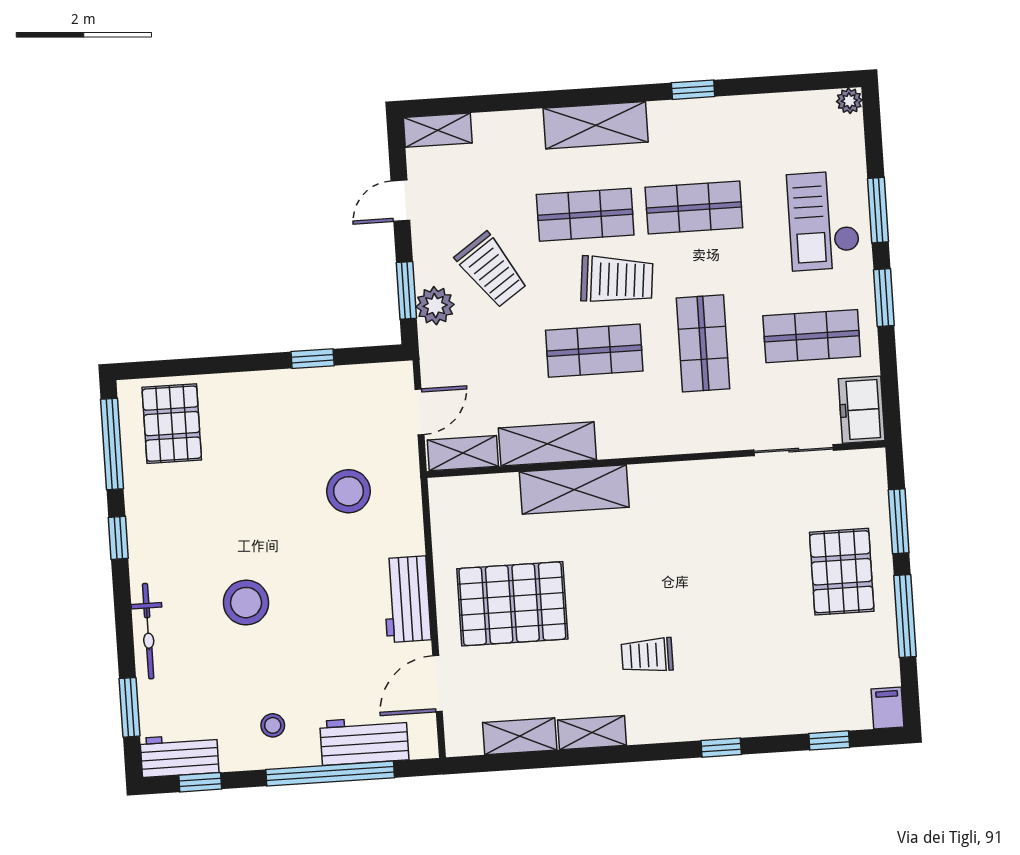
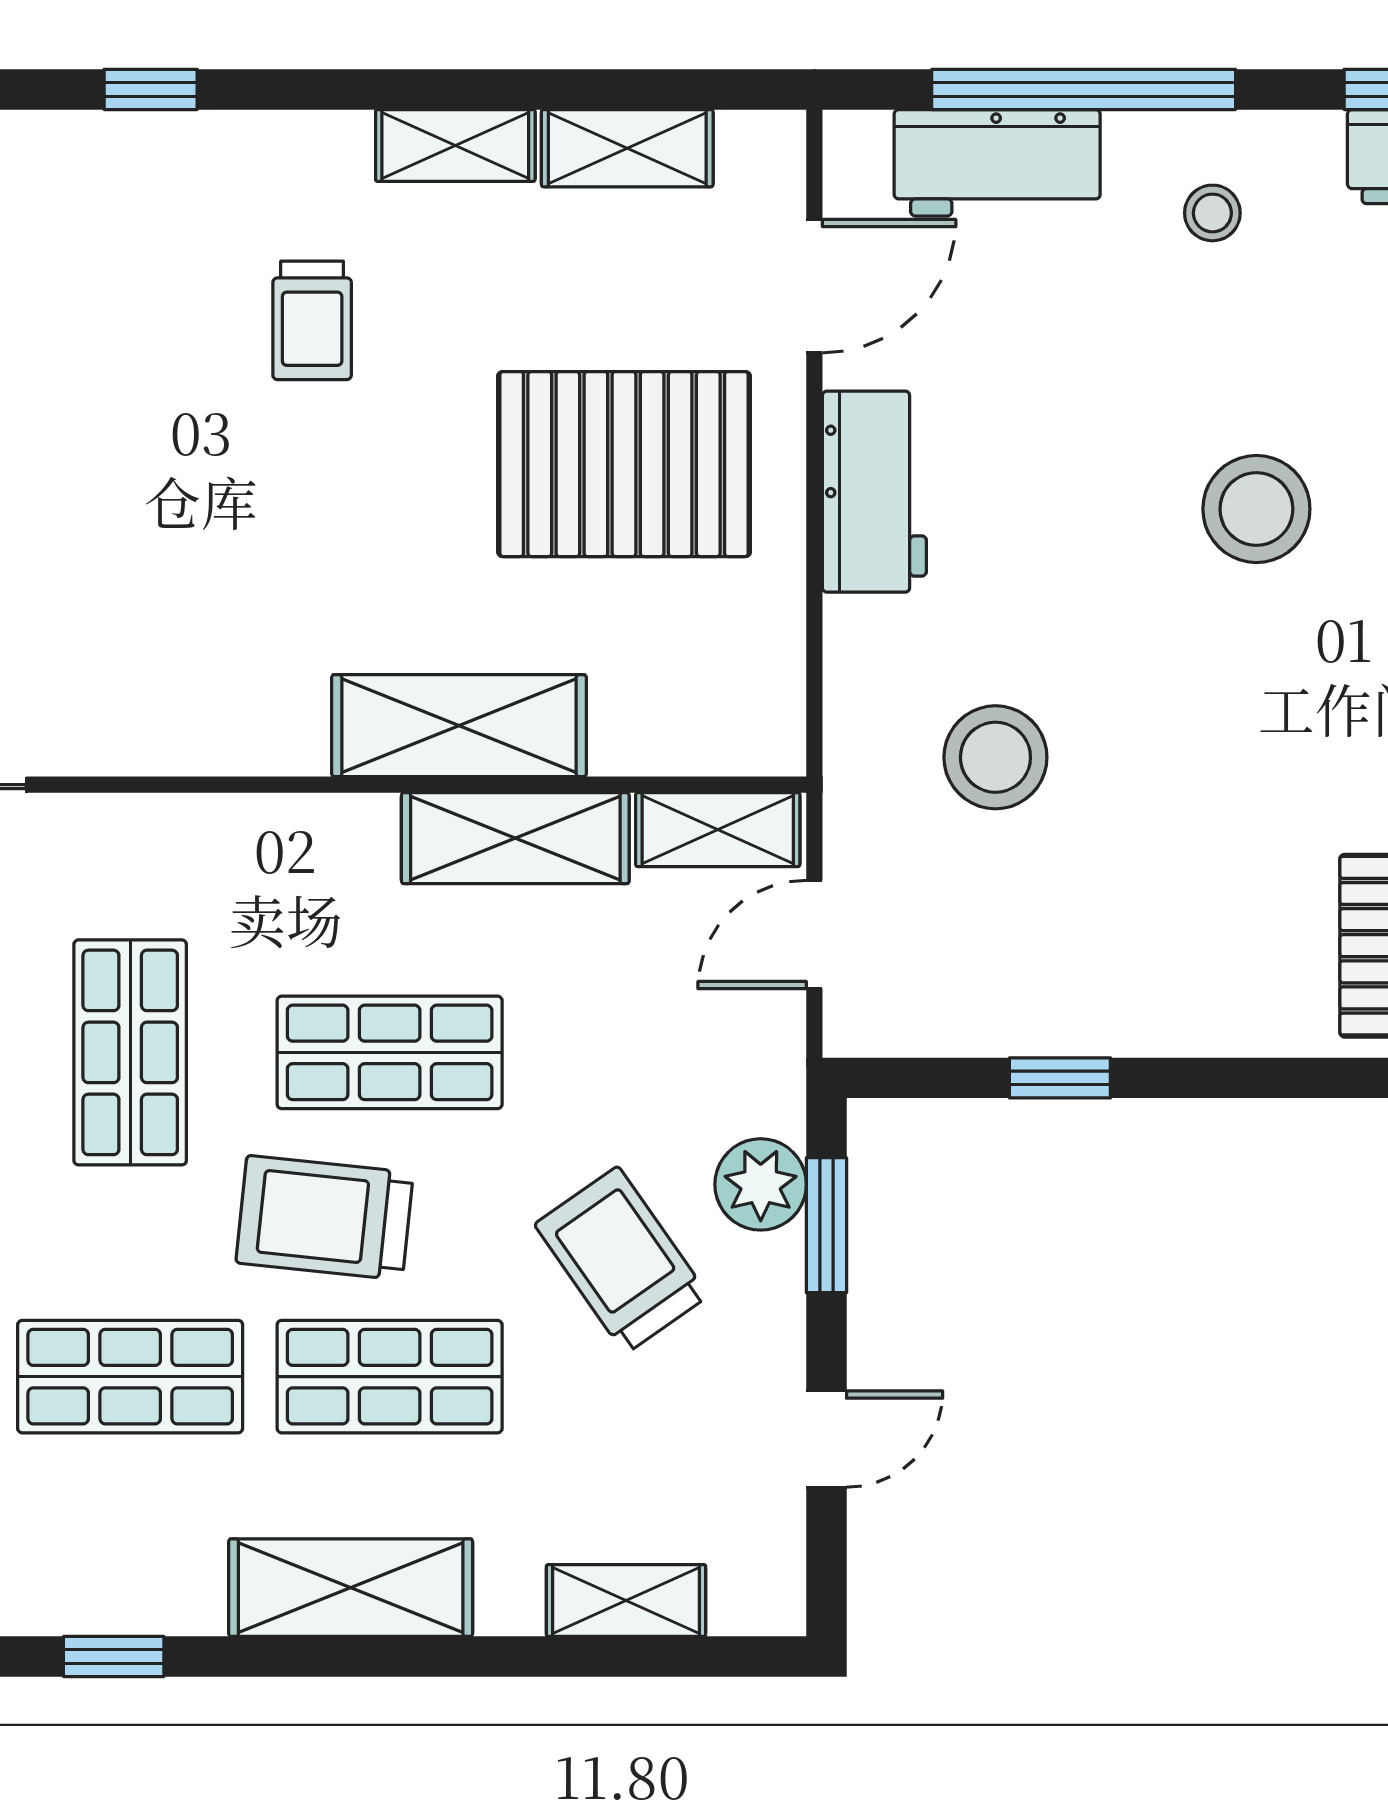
shelving: (438, 130) -> (626, 1601), moved
trolley: (647, 655) -> (312, 320), turned 90

